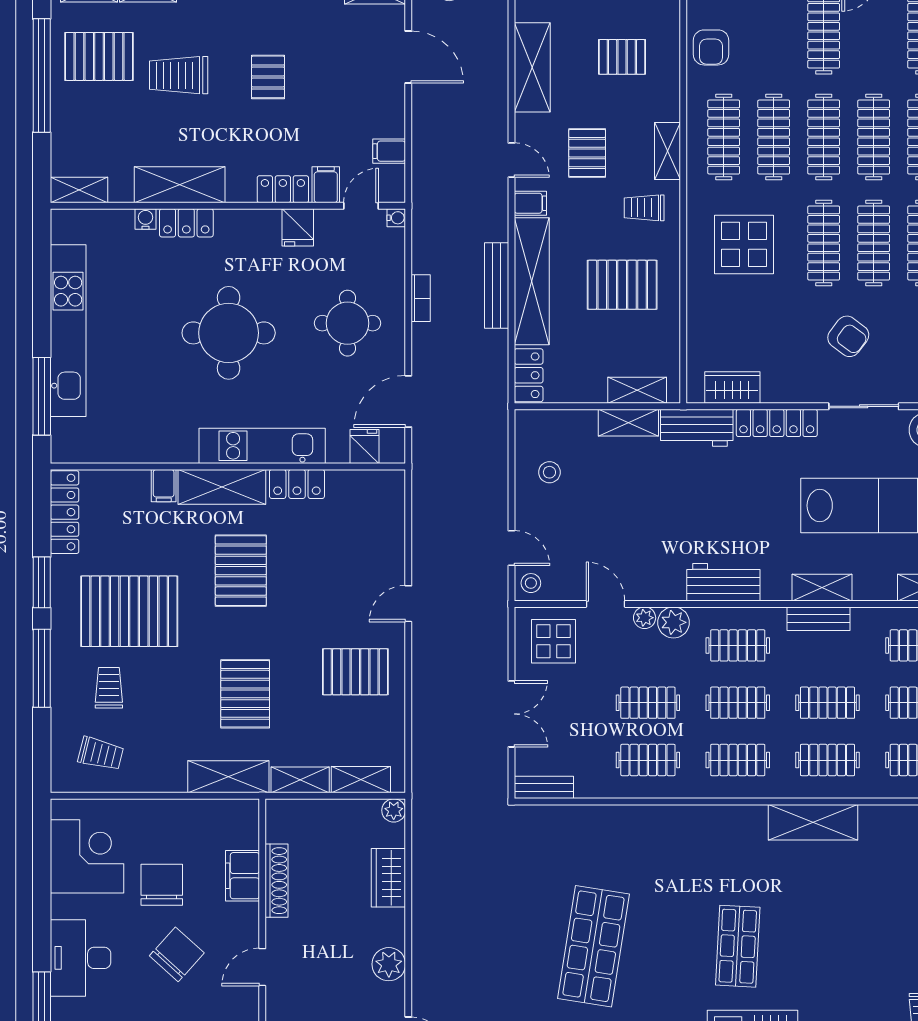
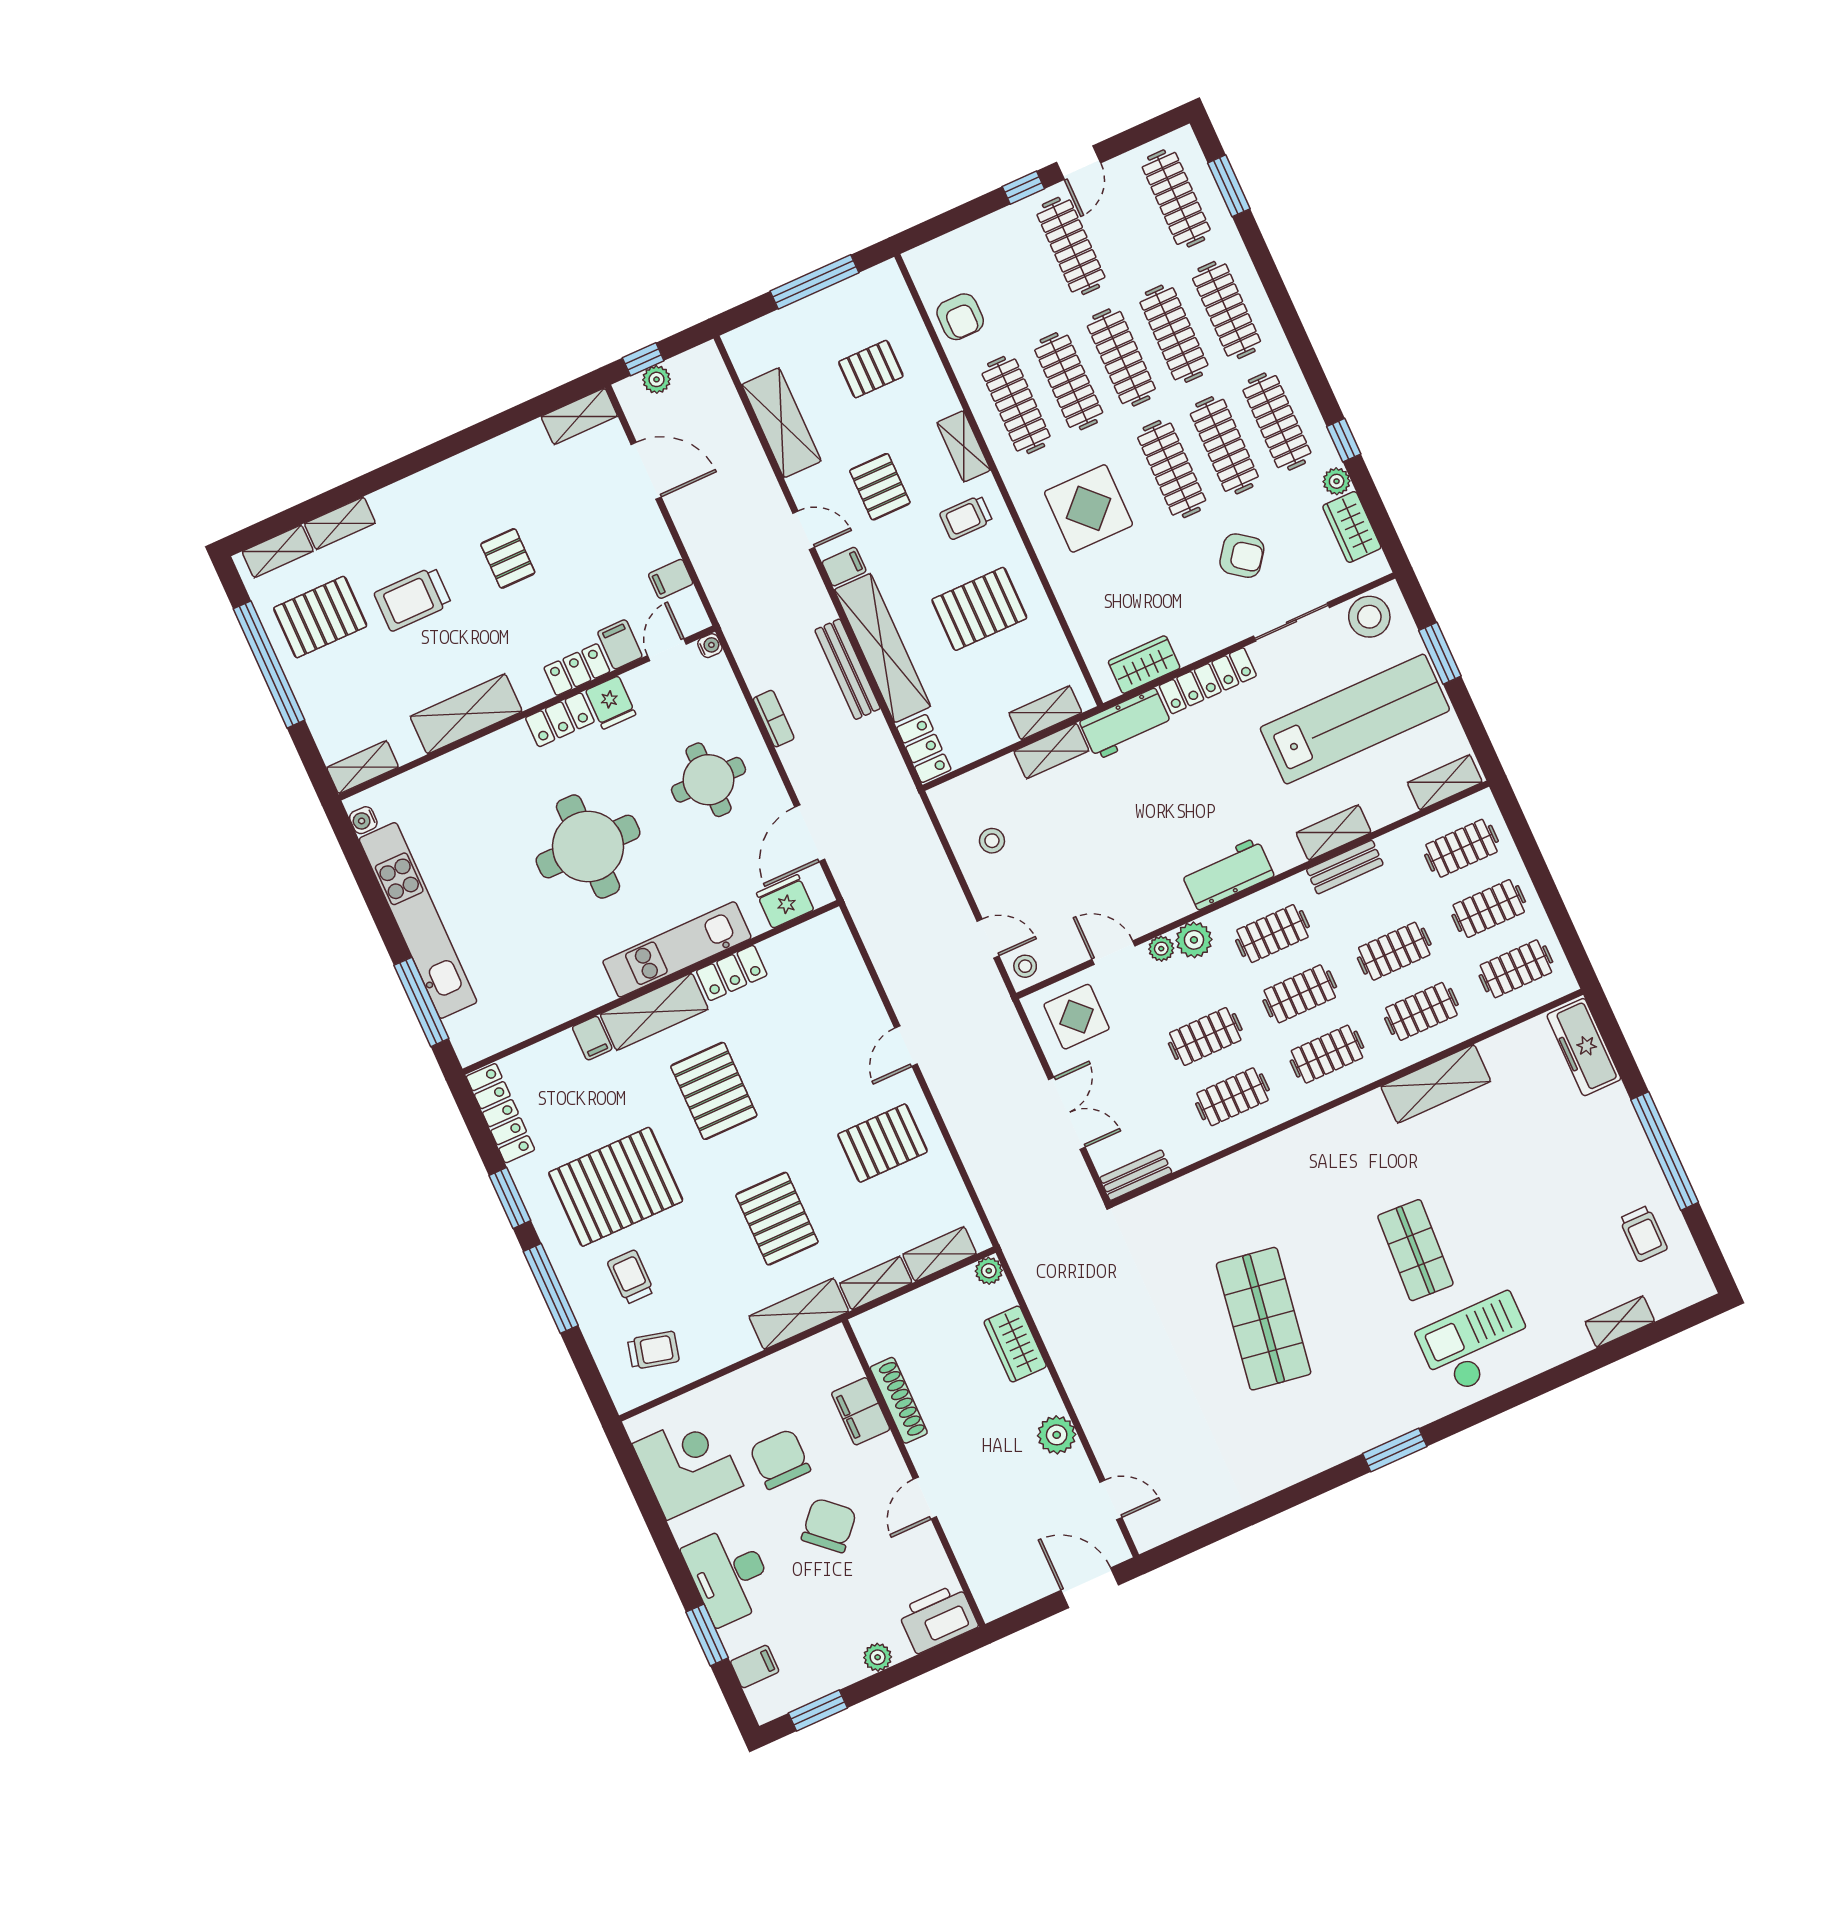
water cooler: (145, 219) -> (363, 820), moved, turned -90
locker: (186, 223) -> (560, 720), moved
fridge: (365, 446) -> (785, 901), width x1.38

